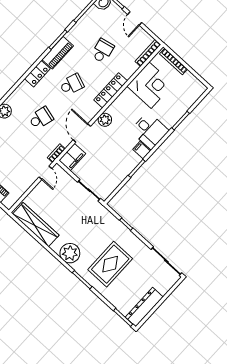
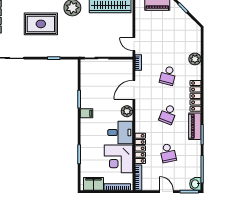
locker: (37, 74) -> (196, 96), width x1.53
locker: (111, 90) -> (140, 148), moved
desk: (150, 131) -> (120, 133), moved, turned 180
door: (82, 133) -> (134, 90), swing flipped
filing cabinet: (72, 157) -> (93, 184), moved, turned 90
rug: (110, 264) -> (41, 24), turned 90

